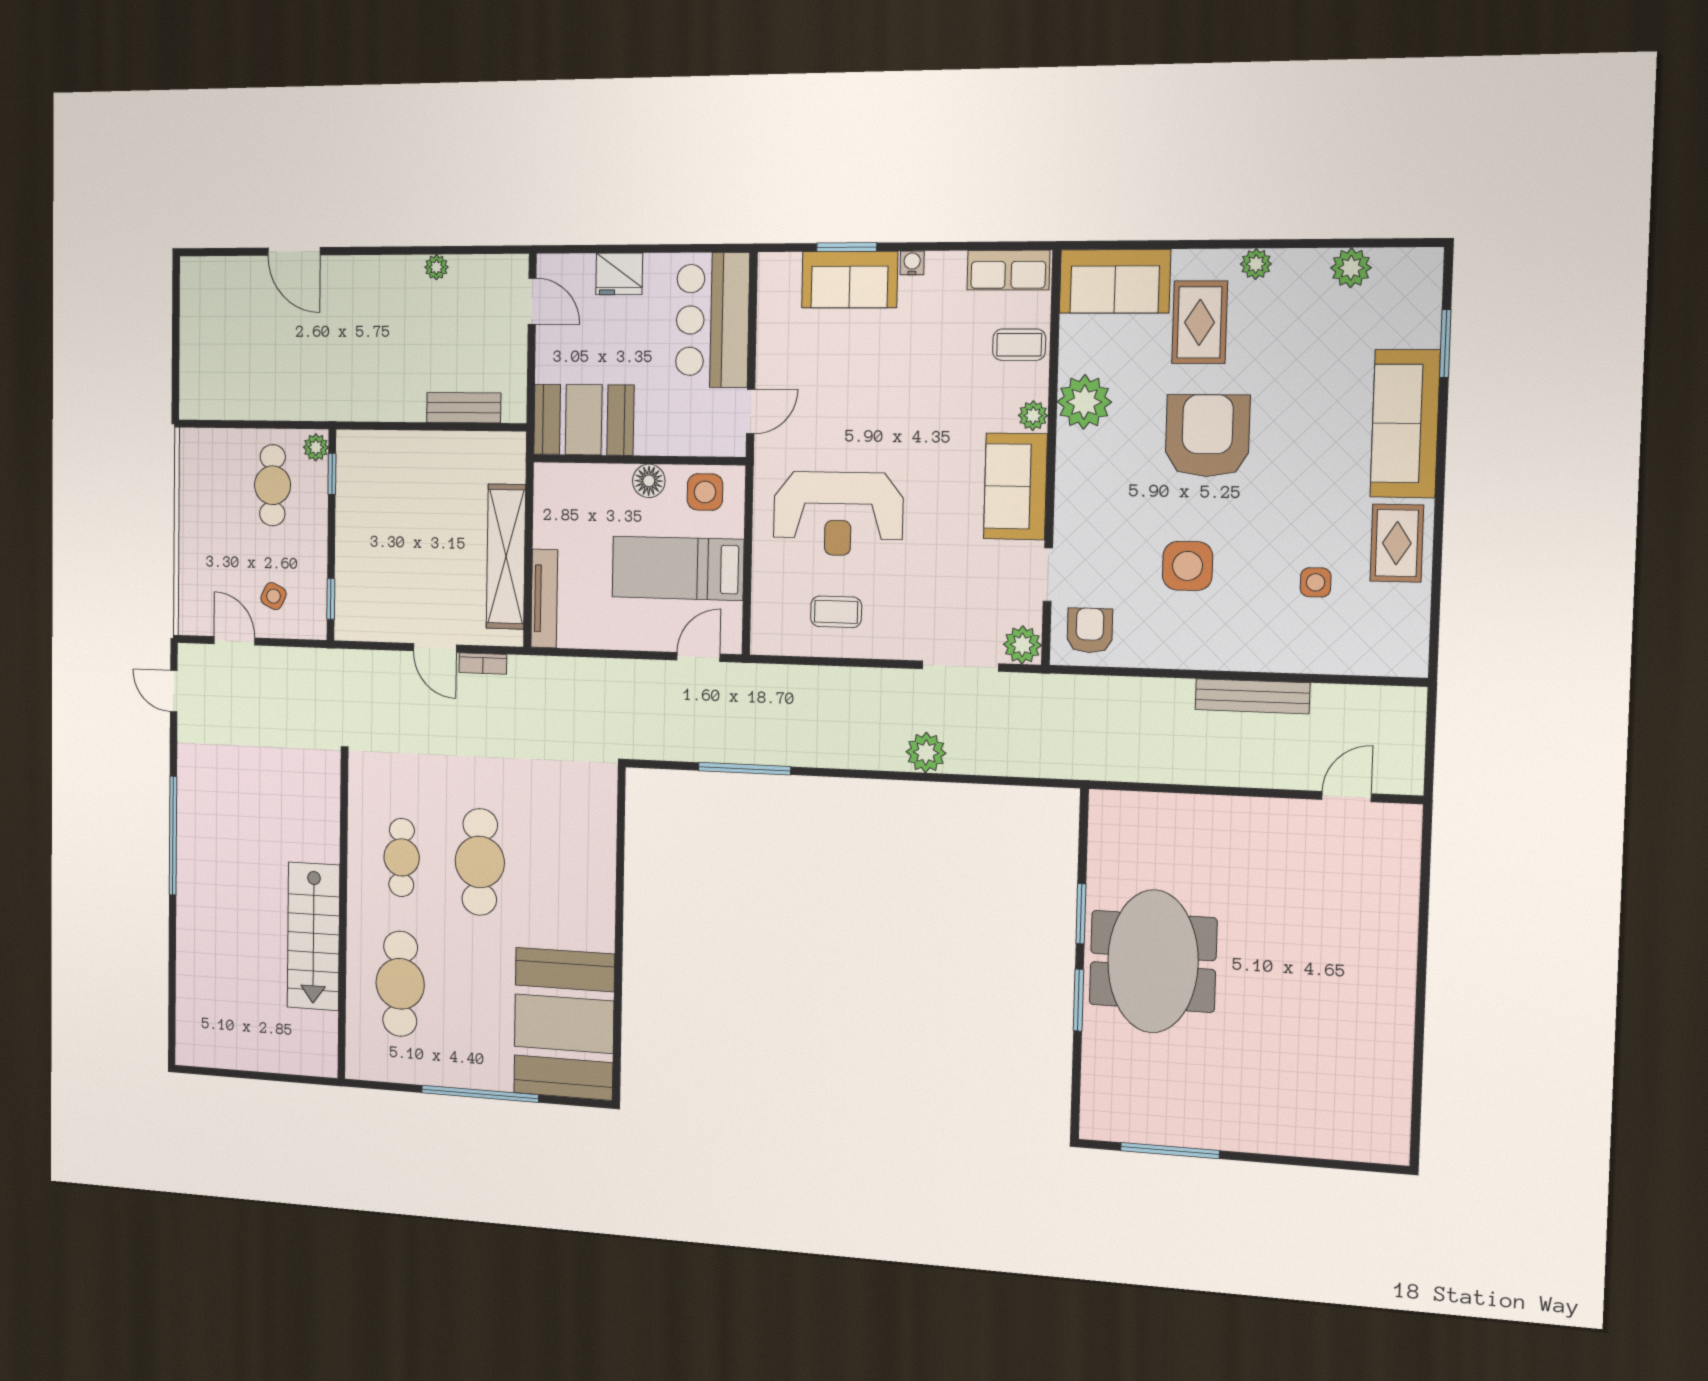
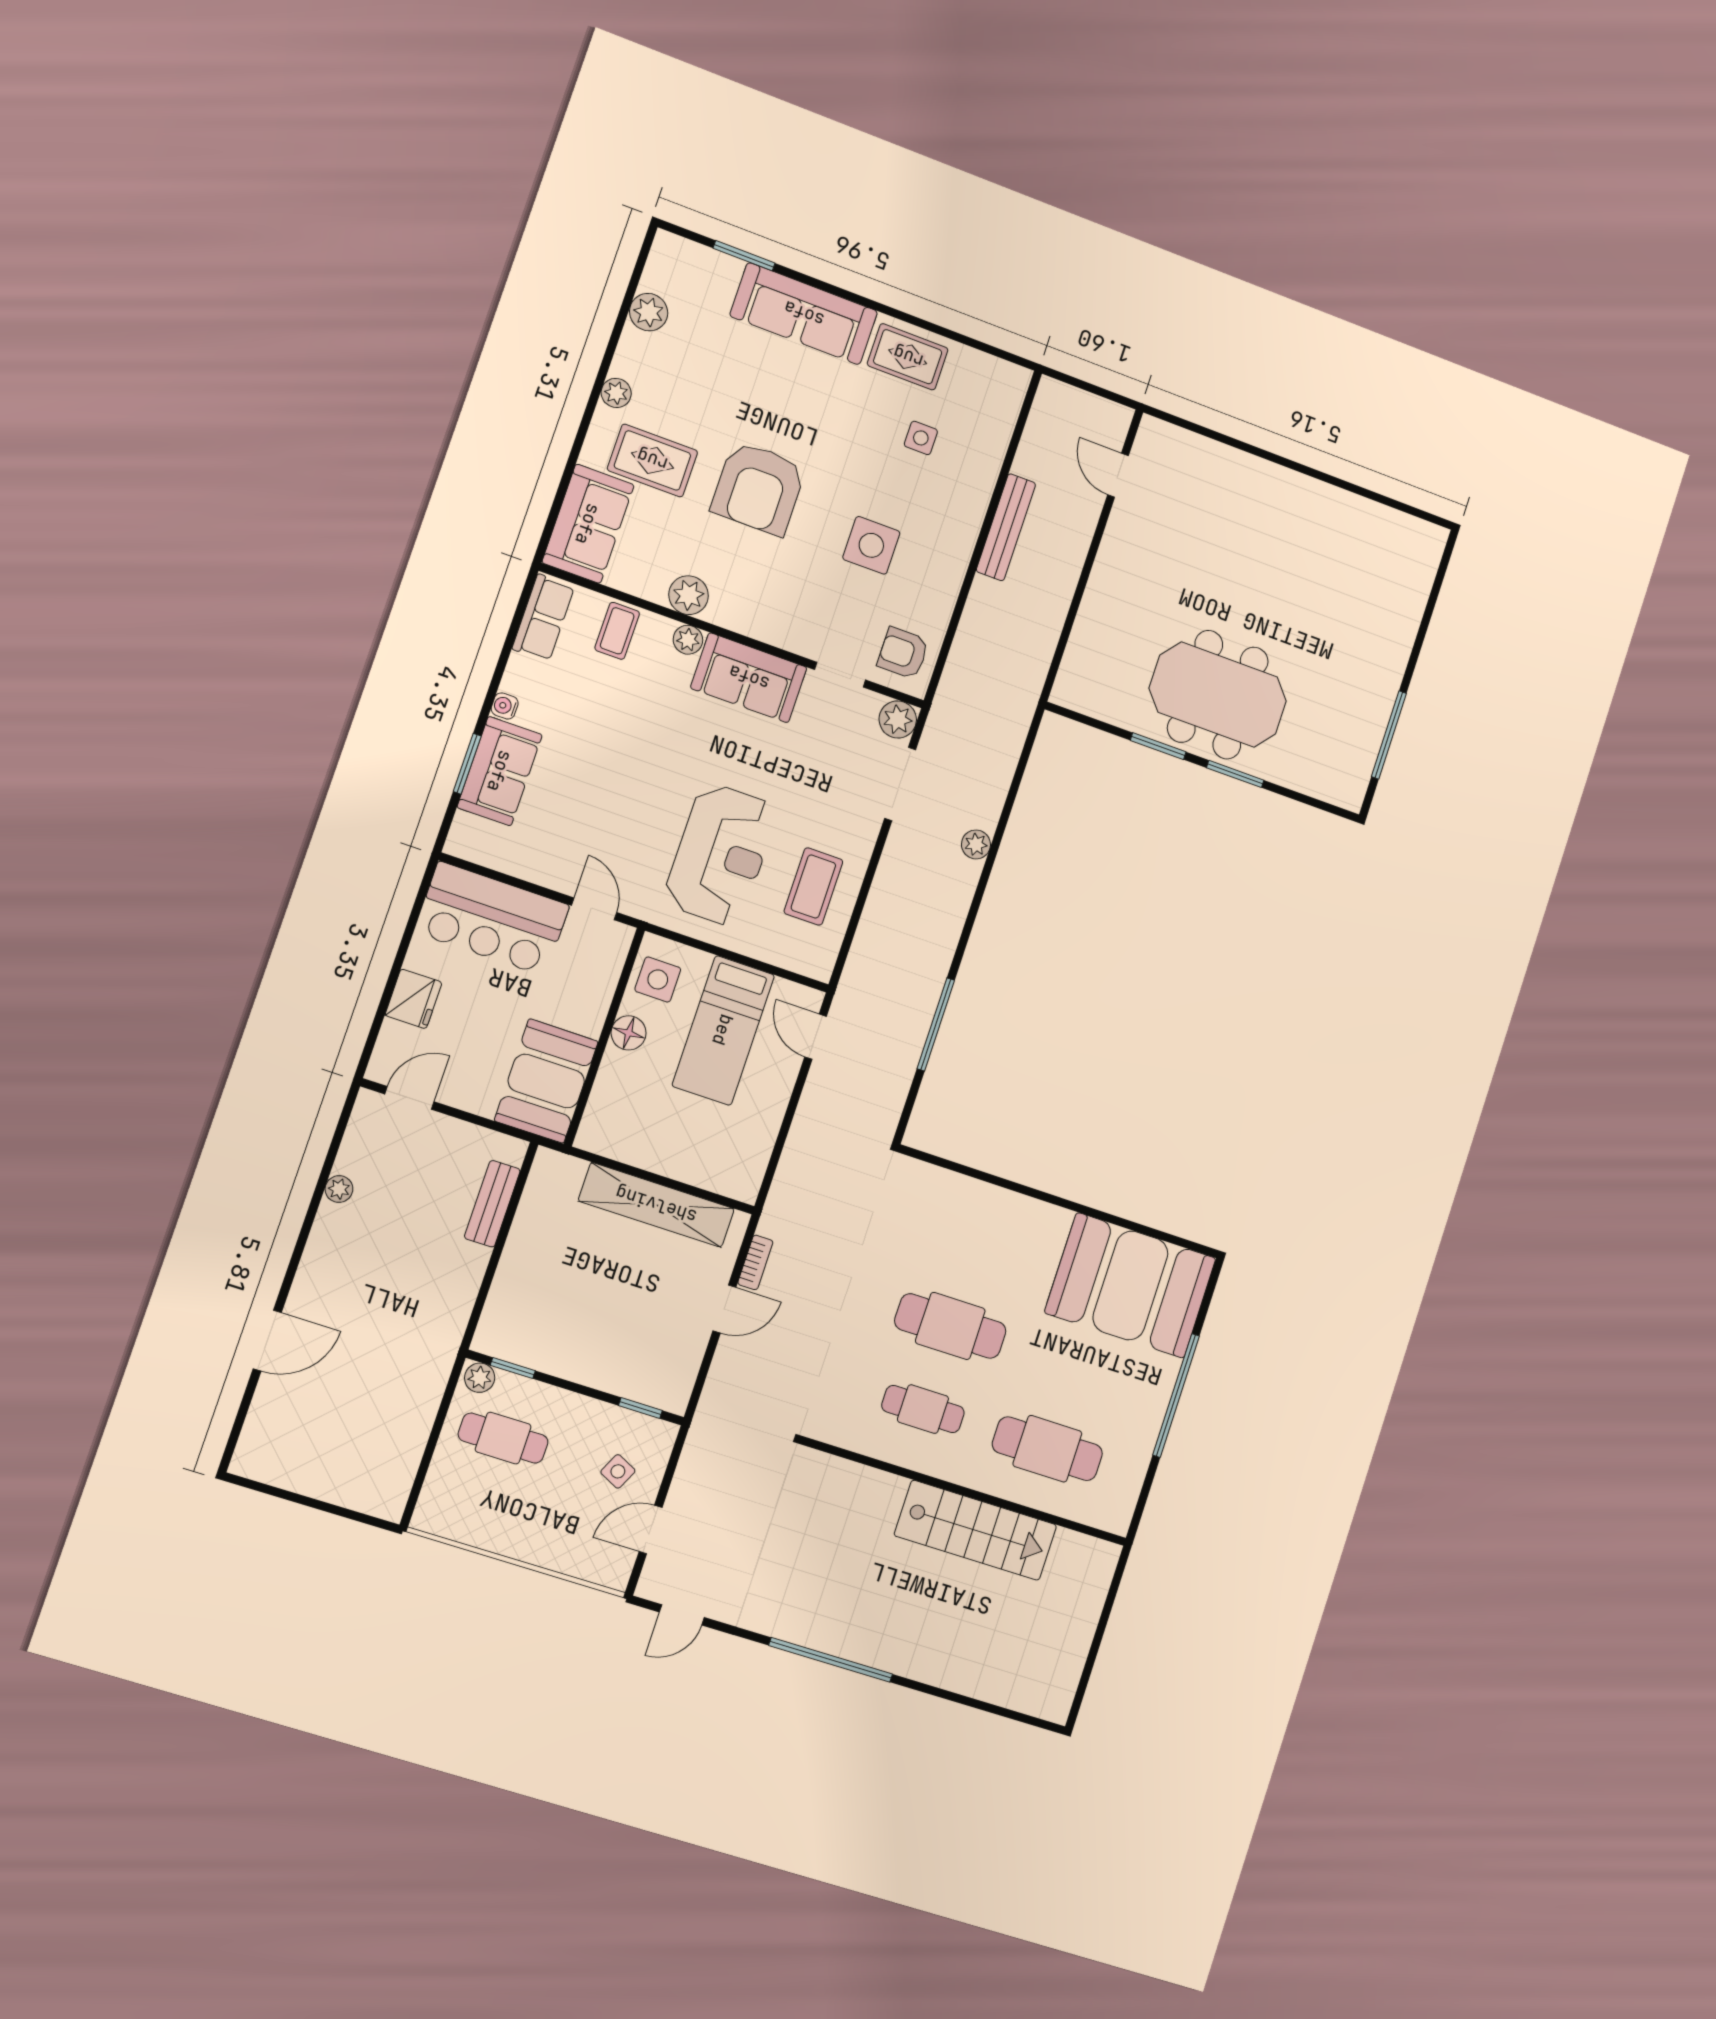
plant: (1084, 402) -> (689, 595), width x0.73, depth x0.73
armchair: (1207, 436) -> (759, 488), turned -90
tv unit: (544, 598) -> (710, 1177), removed
coffee table: (836, 612) -> (813, 886), width x1.36, depth x1.30
plant: (926, 752) -> (976, 844), width x0.73, depth x0.73

